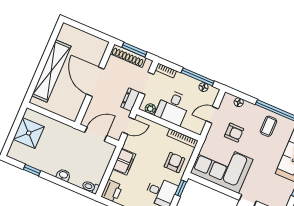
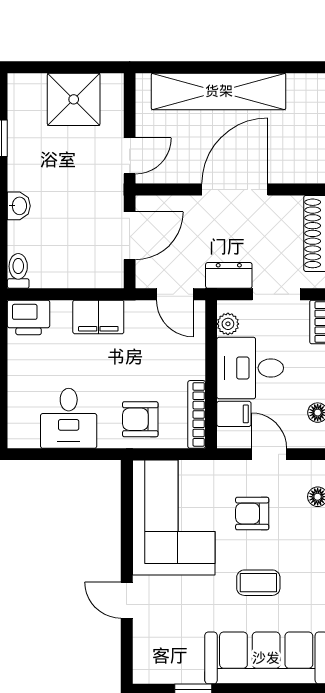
door: (62, 120) -> (130, 156), added
filing cabinet: (189, 122) -> (234, 414), added
coffee table: (268, 126) -> (258, 583), moved
armchair: (234, 133) -> (252, 514), turned 90
door: (96, 134) -> (130, 236), hinge flipped
armchair: (174, 163) -> (140, 419), turned 180
window: (181, 188) -> (94, 454), removed

